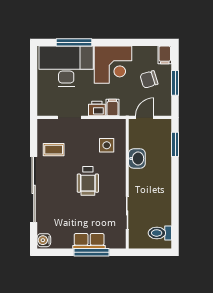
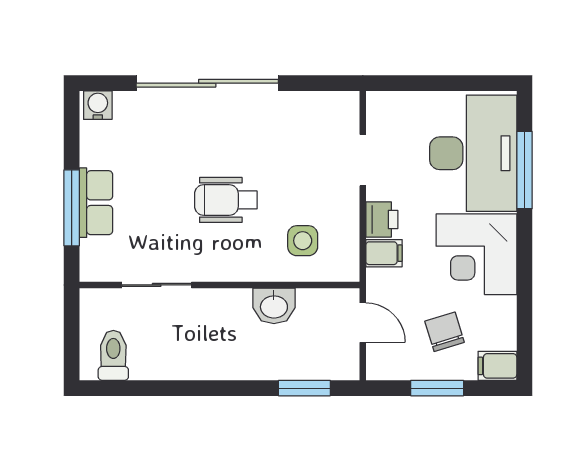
coffee table: (54, 150) -> (293, 126), removed

